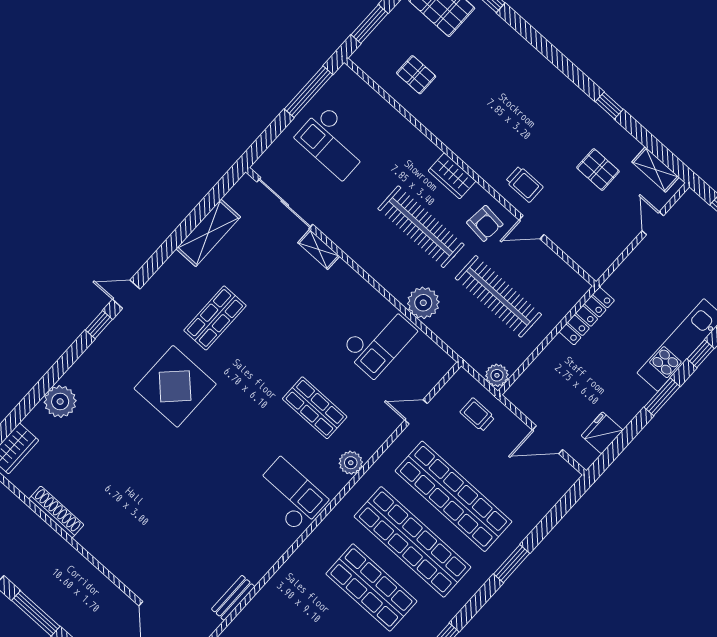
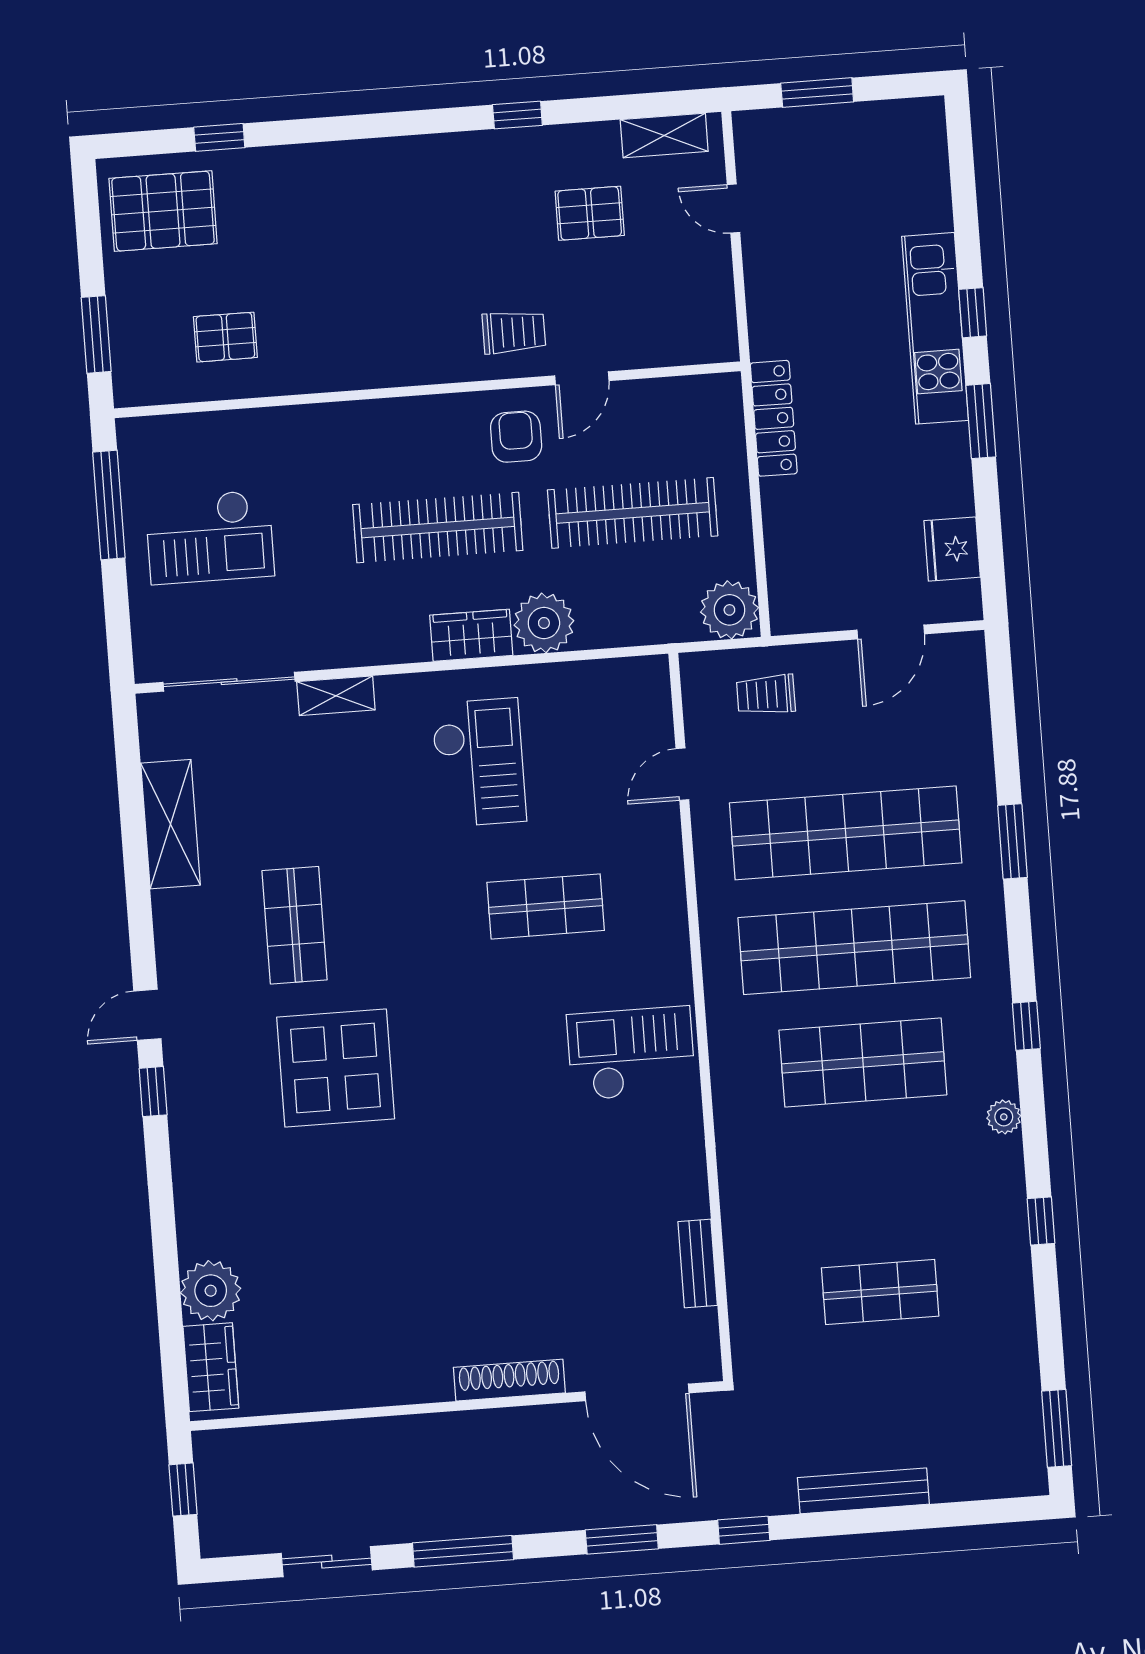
wardrobe: (452, 176) -> (471, 635), moved, turned 180
armchair: (485, 223) -> (516, 437), turned -96
checkout: (379, 340) -> (479, 763), moved
plant: (497, 375) -> (729, 610), width x1.36, depth x1.36
plant: (60, 402) -> (211, 1291), moved
plant: (351, 463) -> (667, 929), removed
shoe rack: (56, 512) -> (509, 1380), moved

